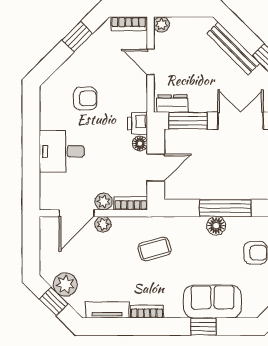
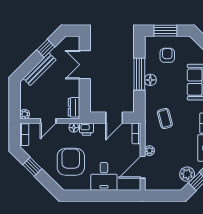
armchair: (85, 98) -> (71, 162), width x1.88, depth x1.88
window: (188, 121) -> (85, 97), removed
floor lamp: (140, 144) -> (74, 128), moved
door: (156, 168) -> (114, 118), swing flipped
plant: (104, 202) -> (135, 150), removed
door: (77, 213) -> (143, 167), swing flipped

